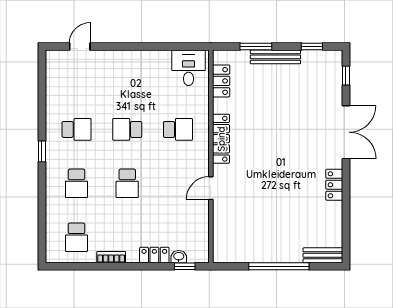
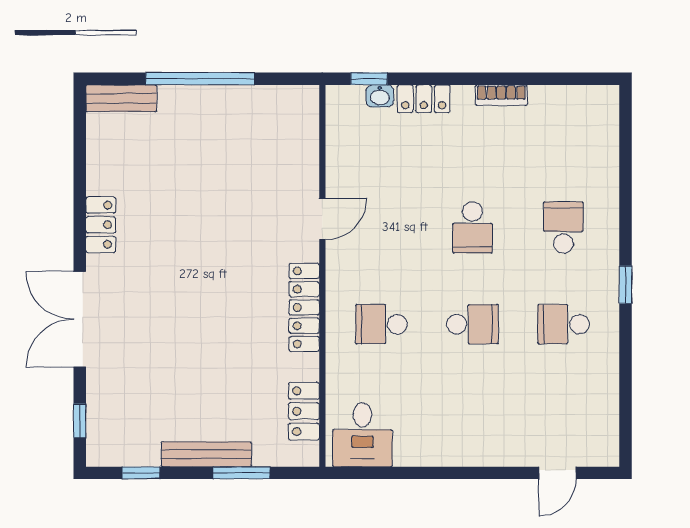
school desk: (127, 183) -> (472, 227), turned 180
school desk: (76, 237) -> (563, 131), removed

